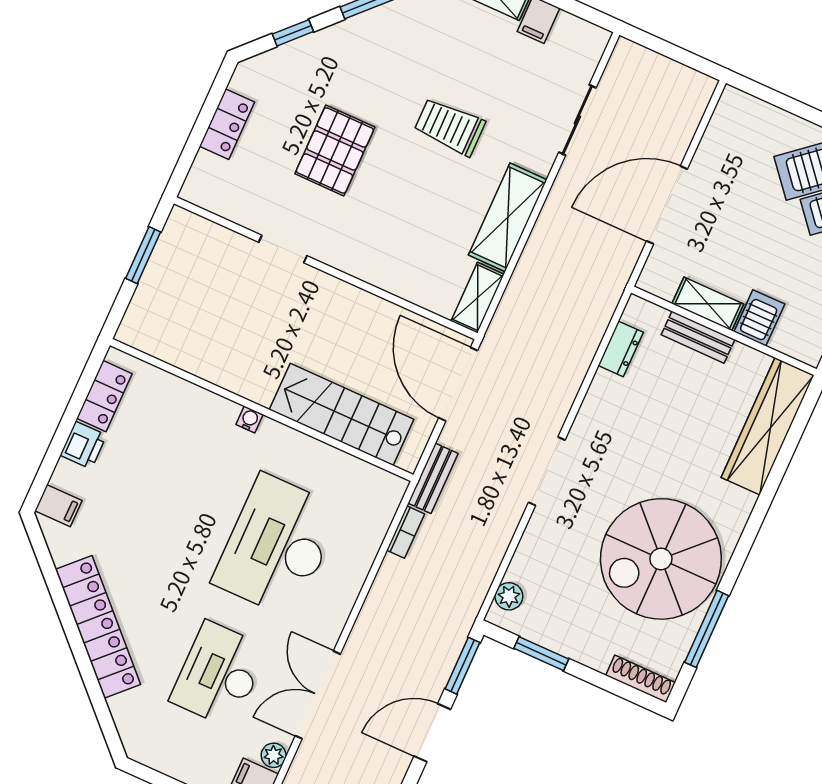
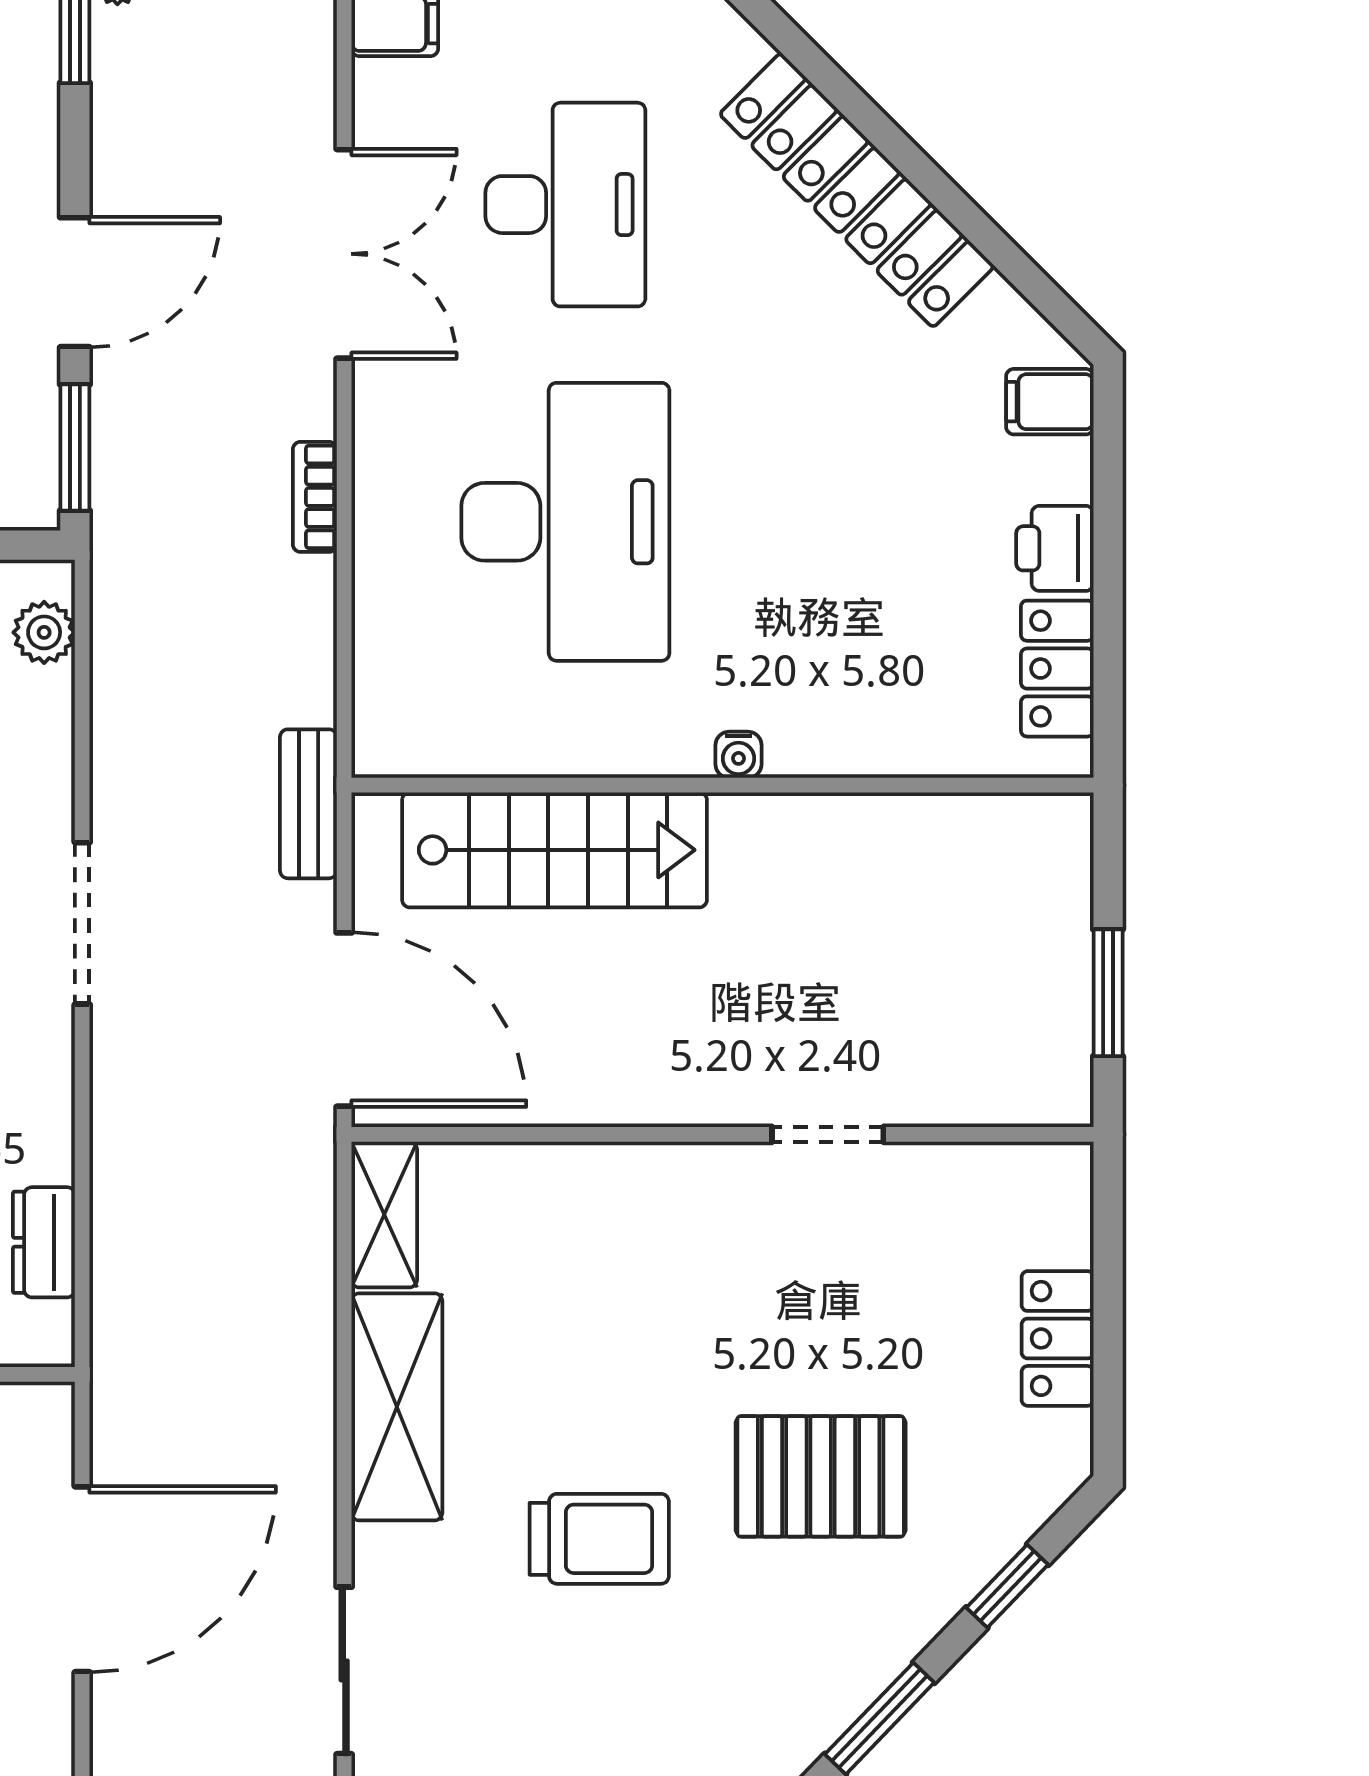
pallet: (335, 150) -> (821, 1476), moved, turned 90
bookcase: (406, 532) -> (315, 497), moved
plant: (274, 755) -> (379, 89), removed

